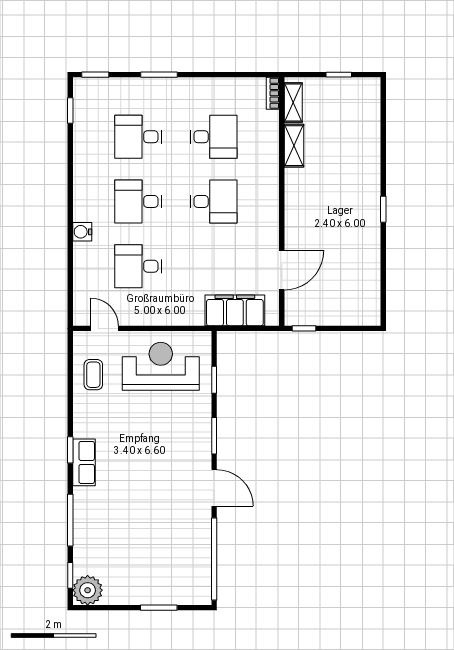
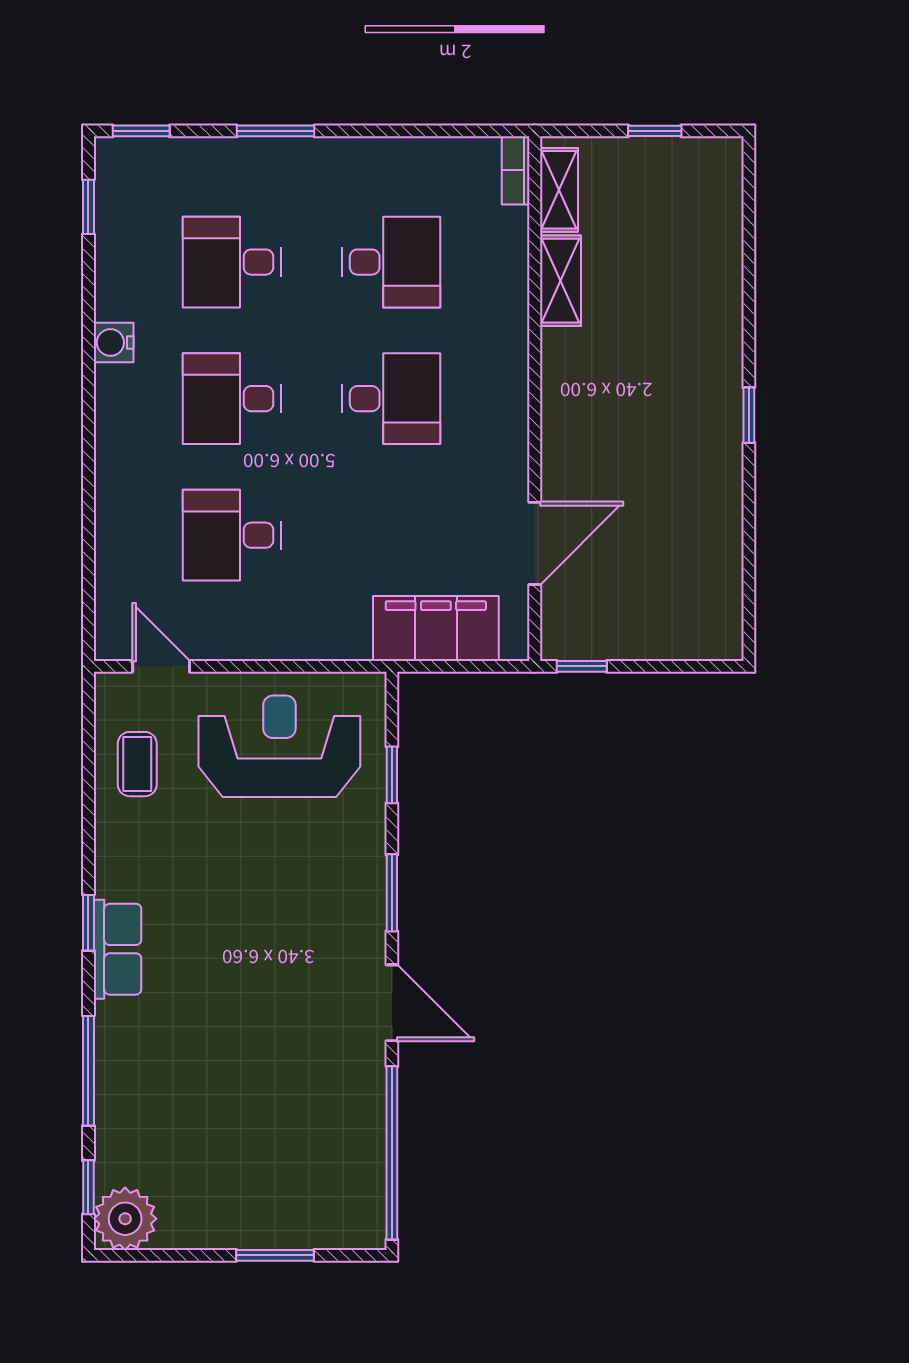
water cooler: (82, 232) -> (114, 342), moved

